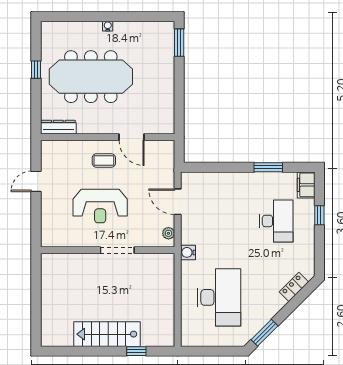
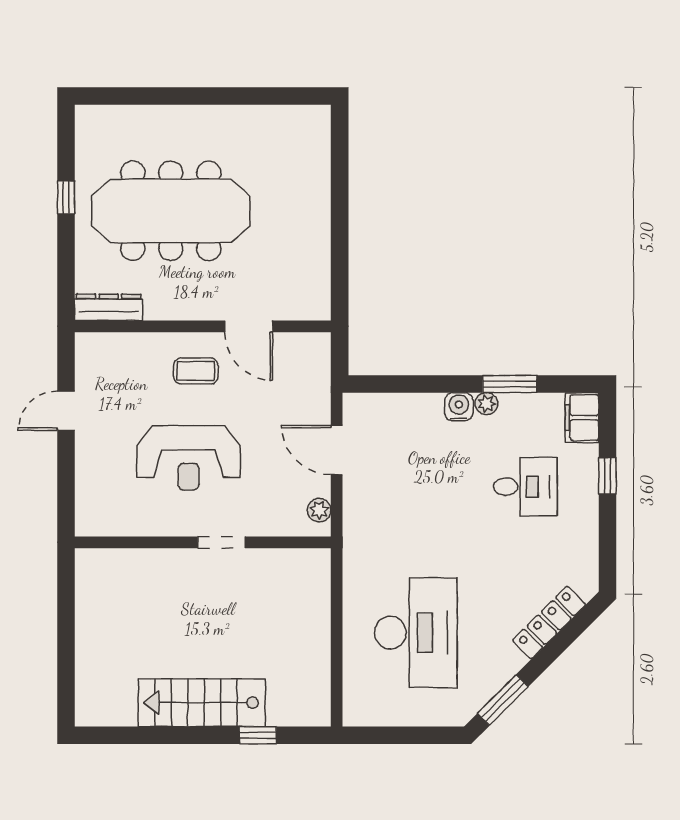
water cooler: (108, 26) -> (203, 114), removed
window: (179, 43) -> (340, 146), removed
plant: (256, 178) -> (486, 404), added
desk: (276, 221) -> (525, 487), width x0.73
doorway: (117, 250) -> (221, 542), width x0.73
water cooler: (188, 252) -> (459, 407), moved, turned 90
locker: (294, 287) -> (549, 623), width x1.53

